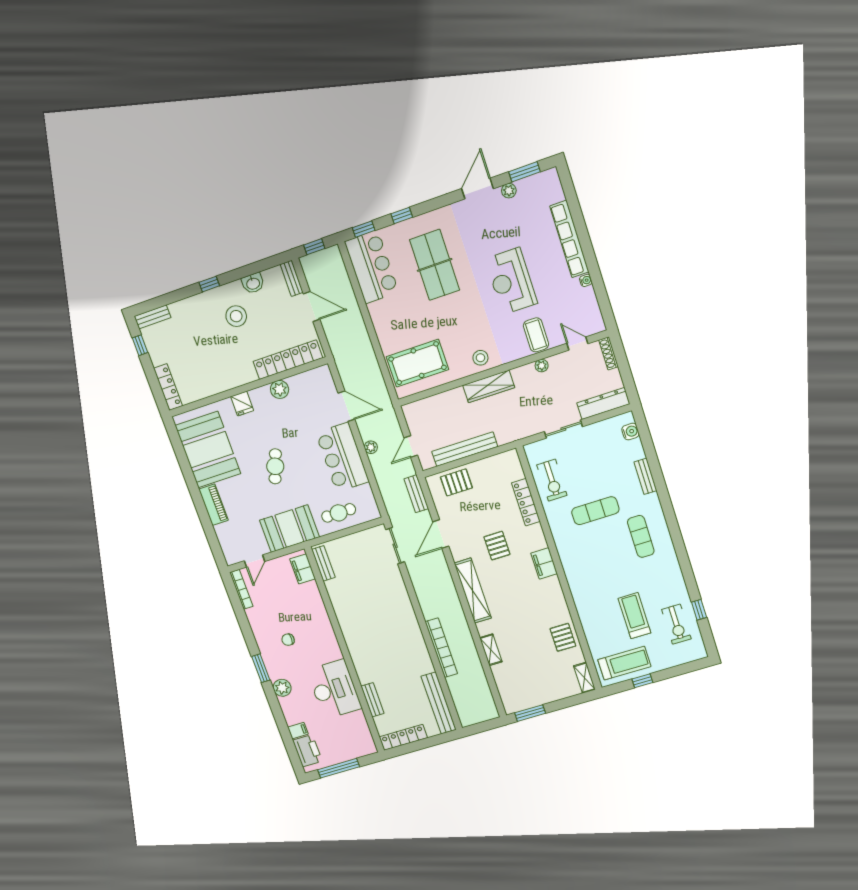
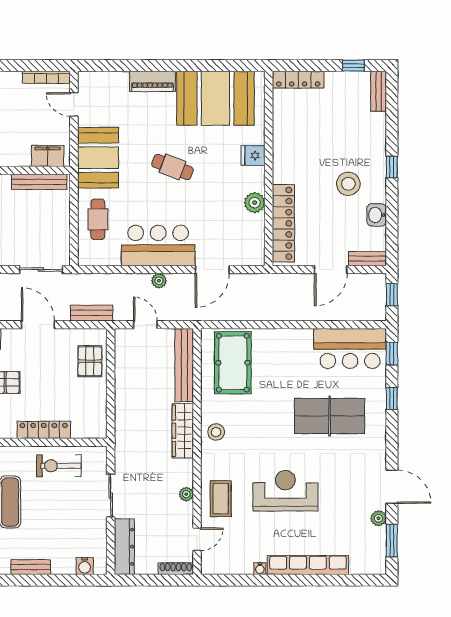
coffee table: (536, 335) -> (221, 499), turned 90
bench: (465, 449) -> (184, 365), moved
bench: (323, 563) -> (39, 182), width x1.36

